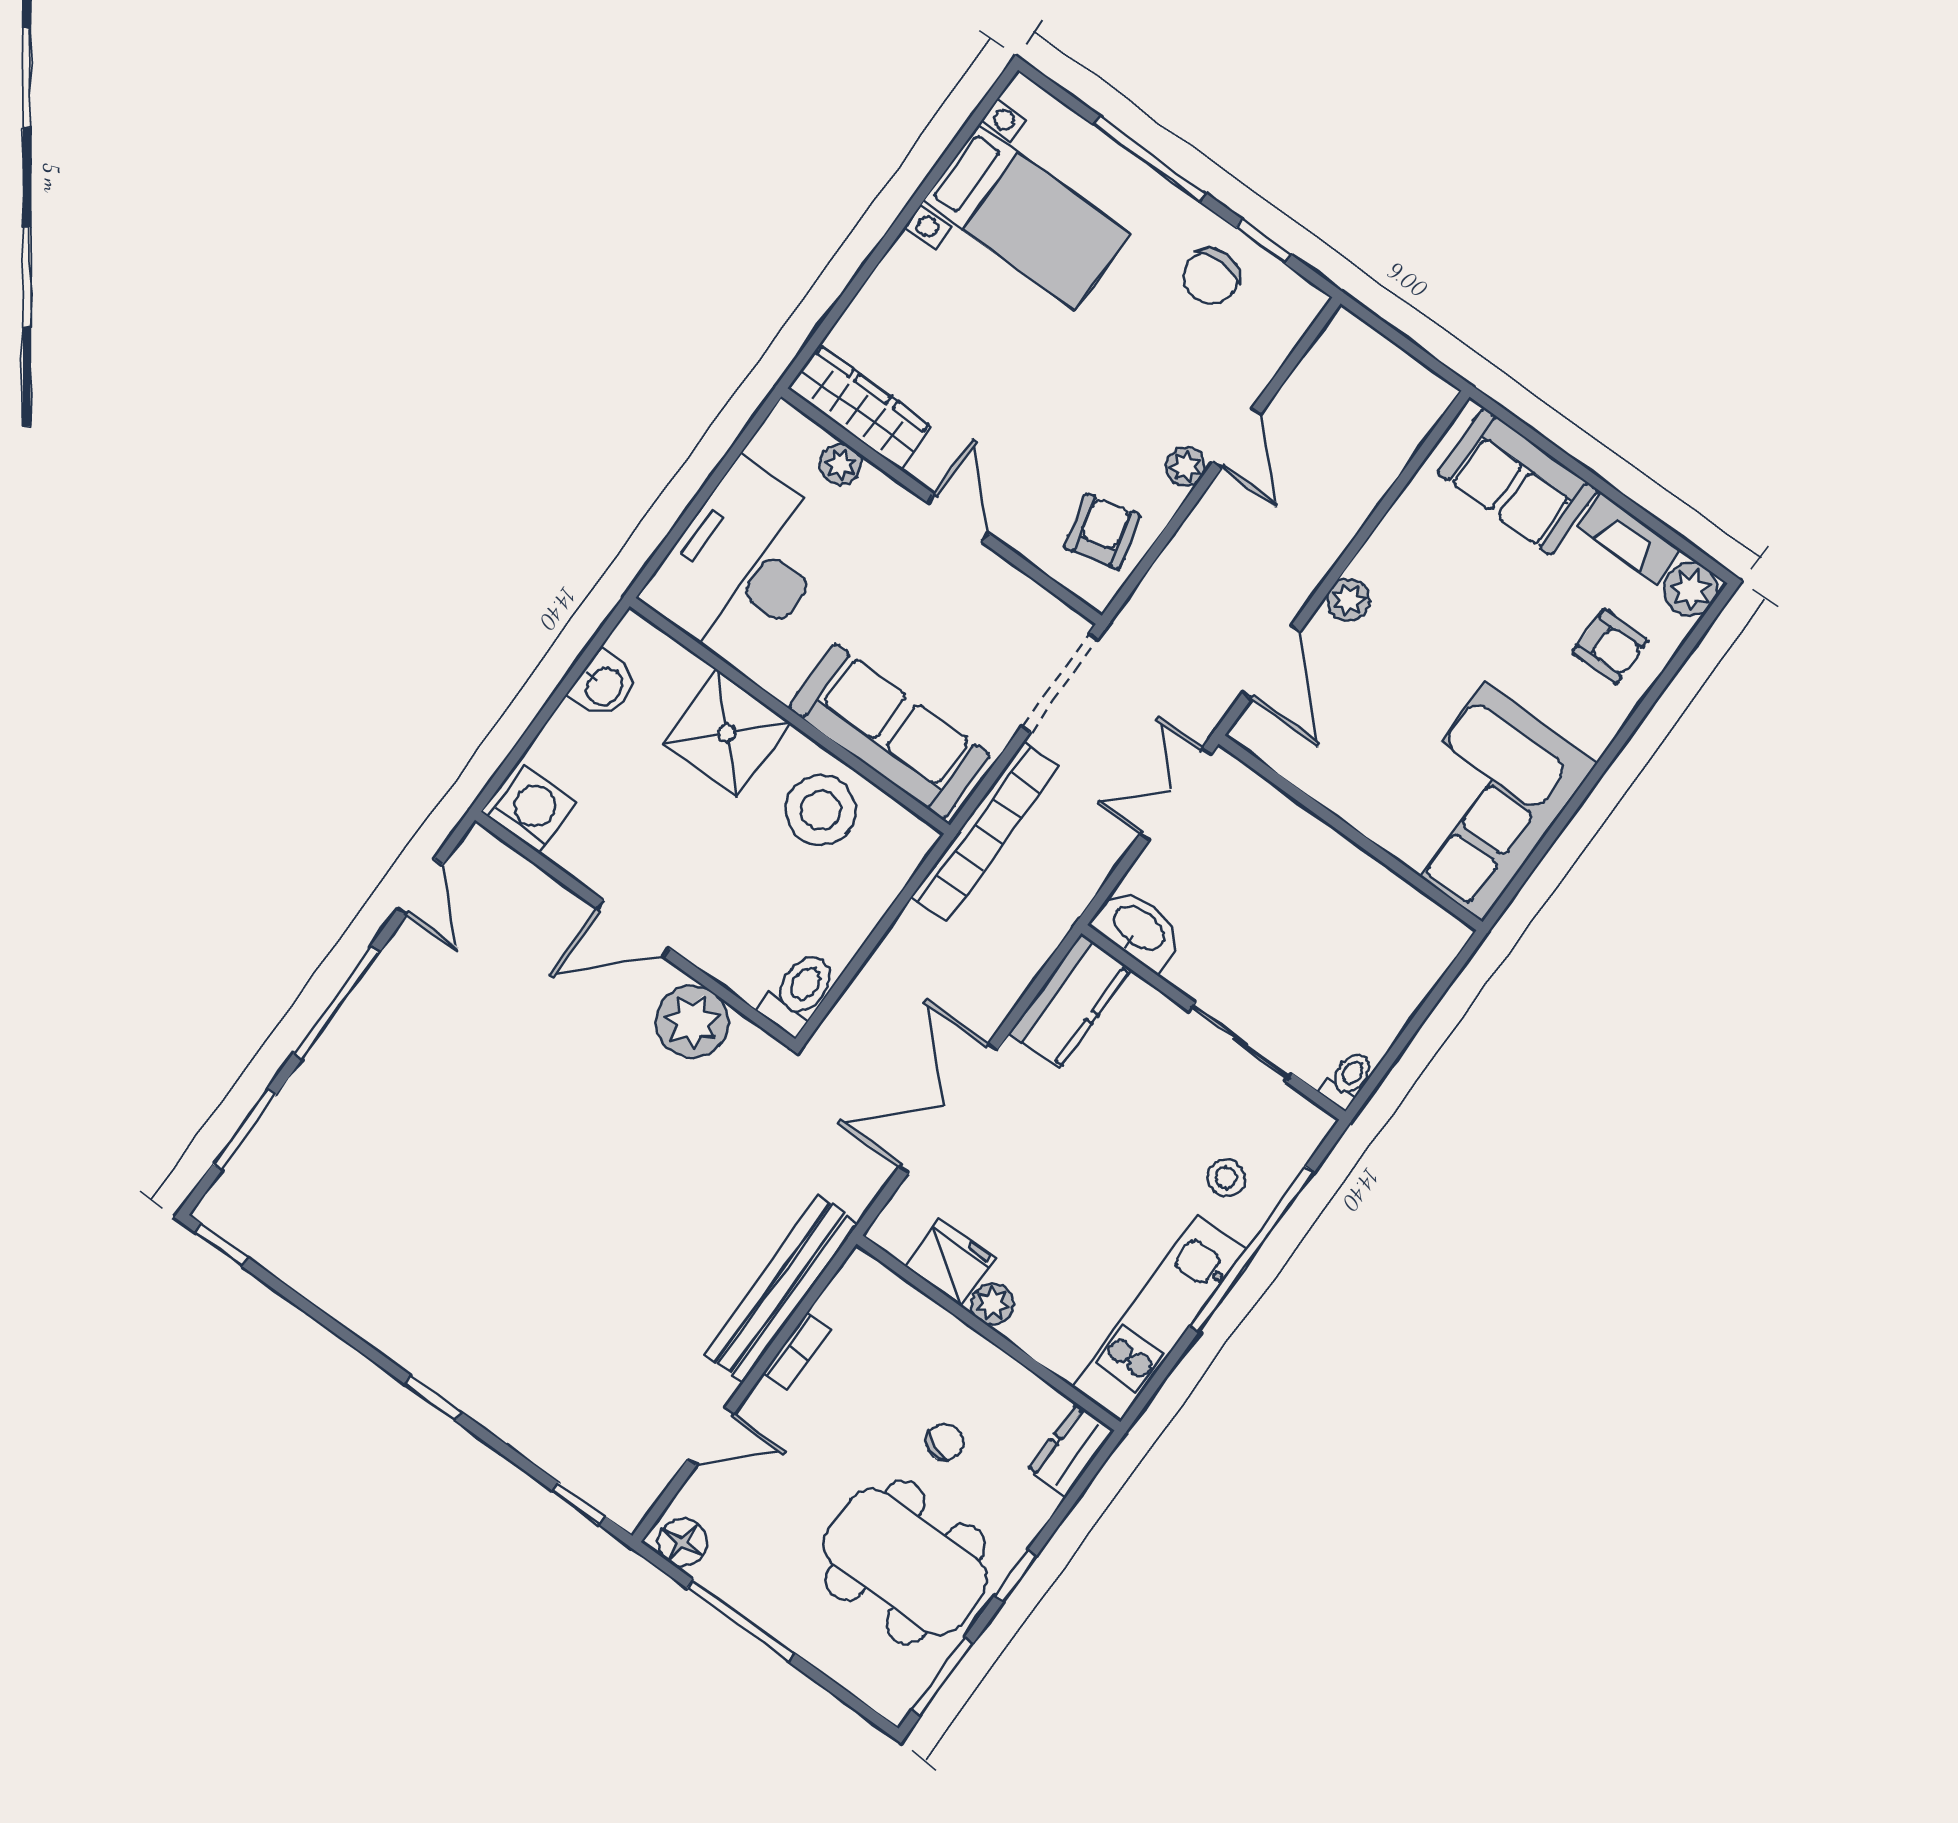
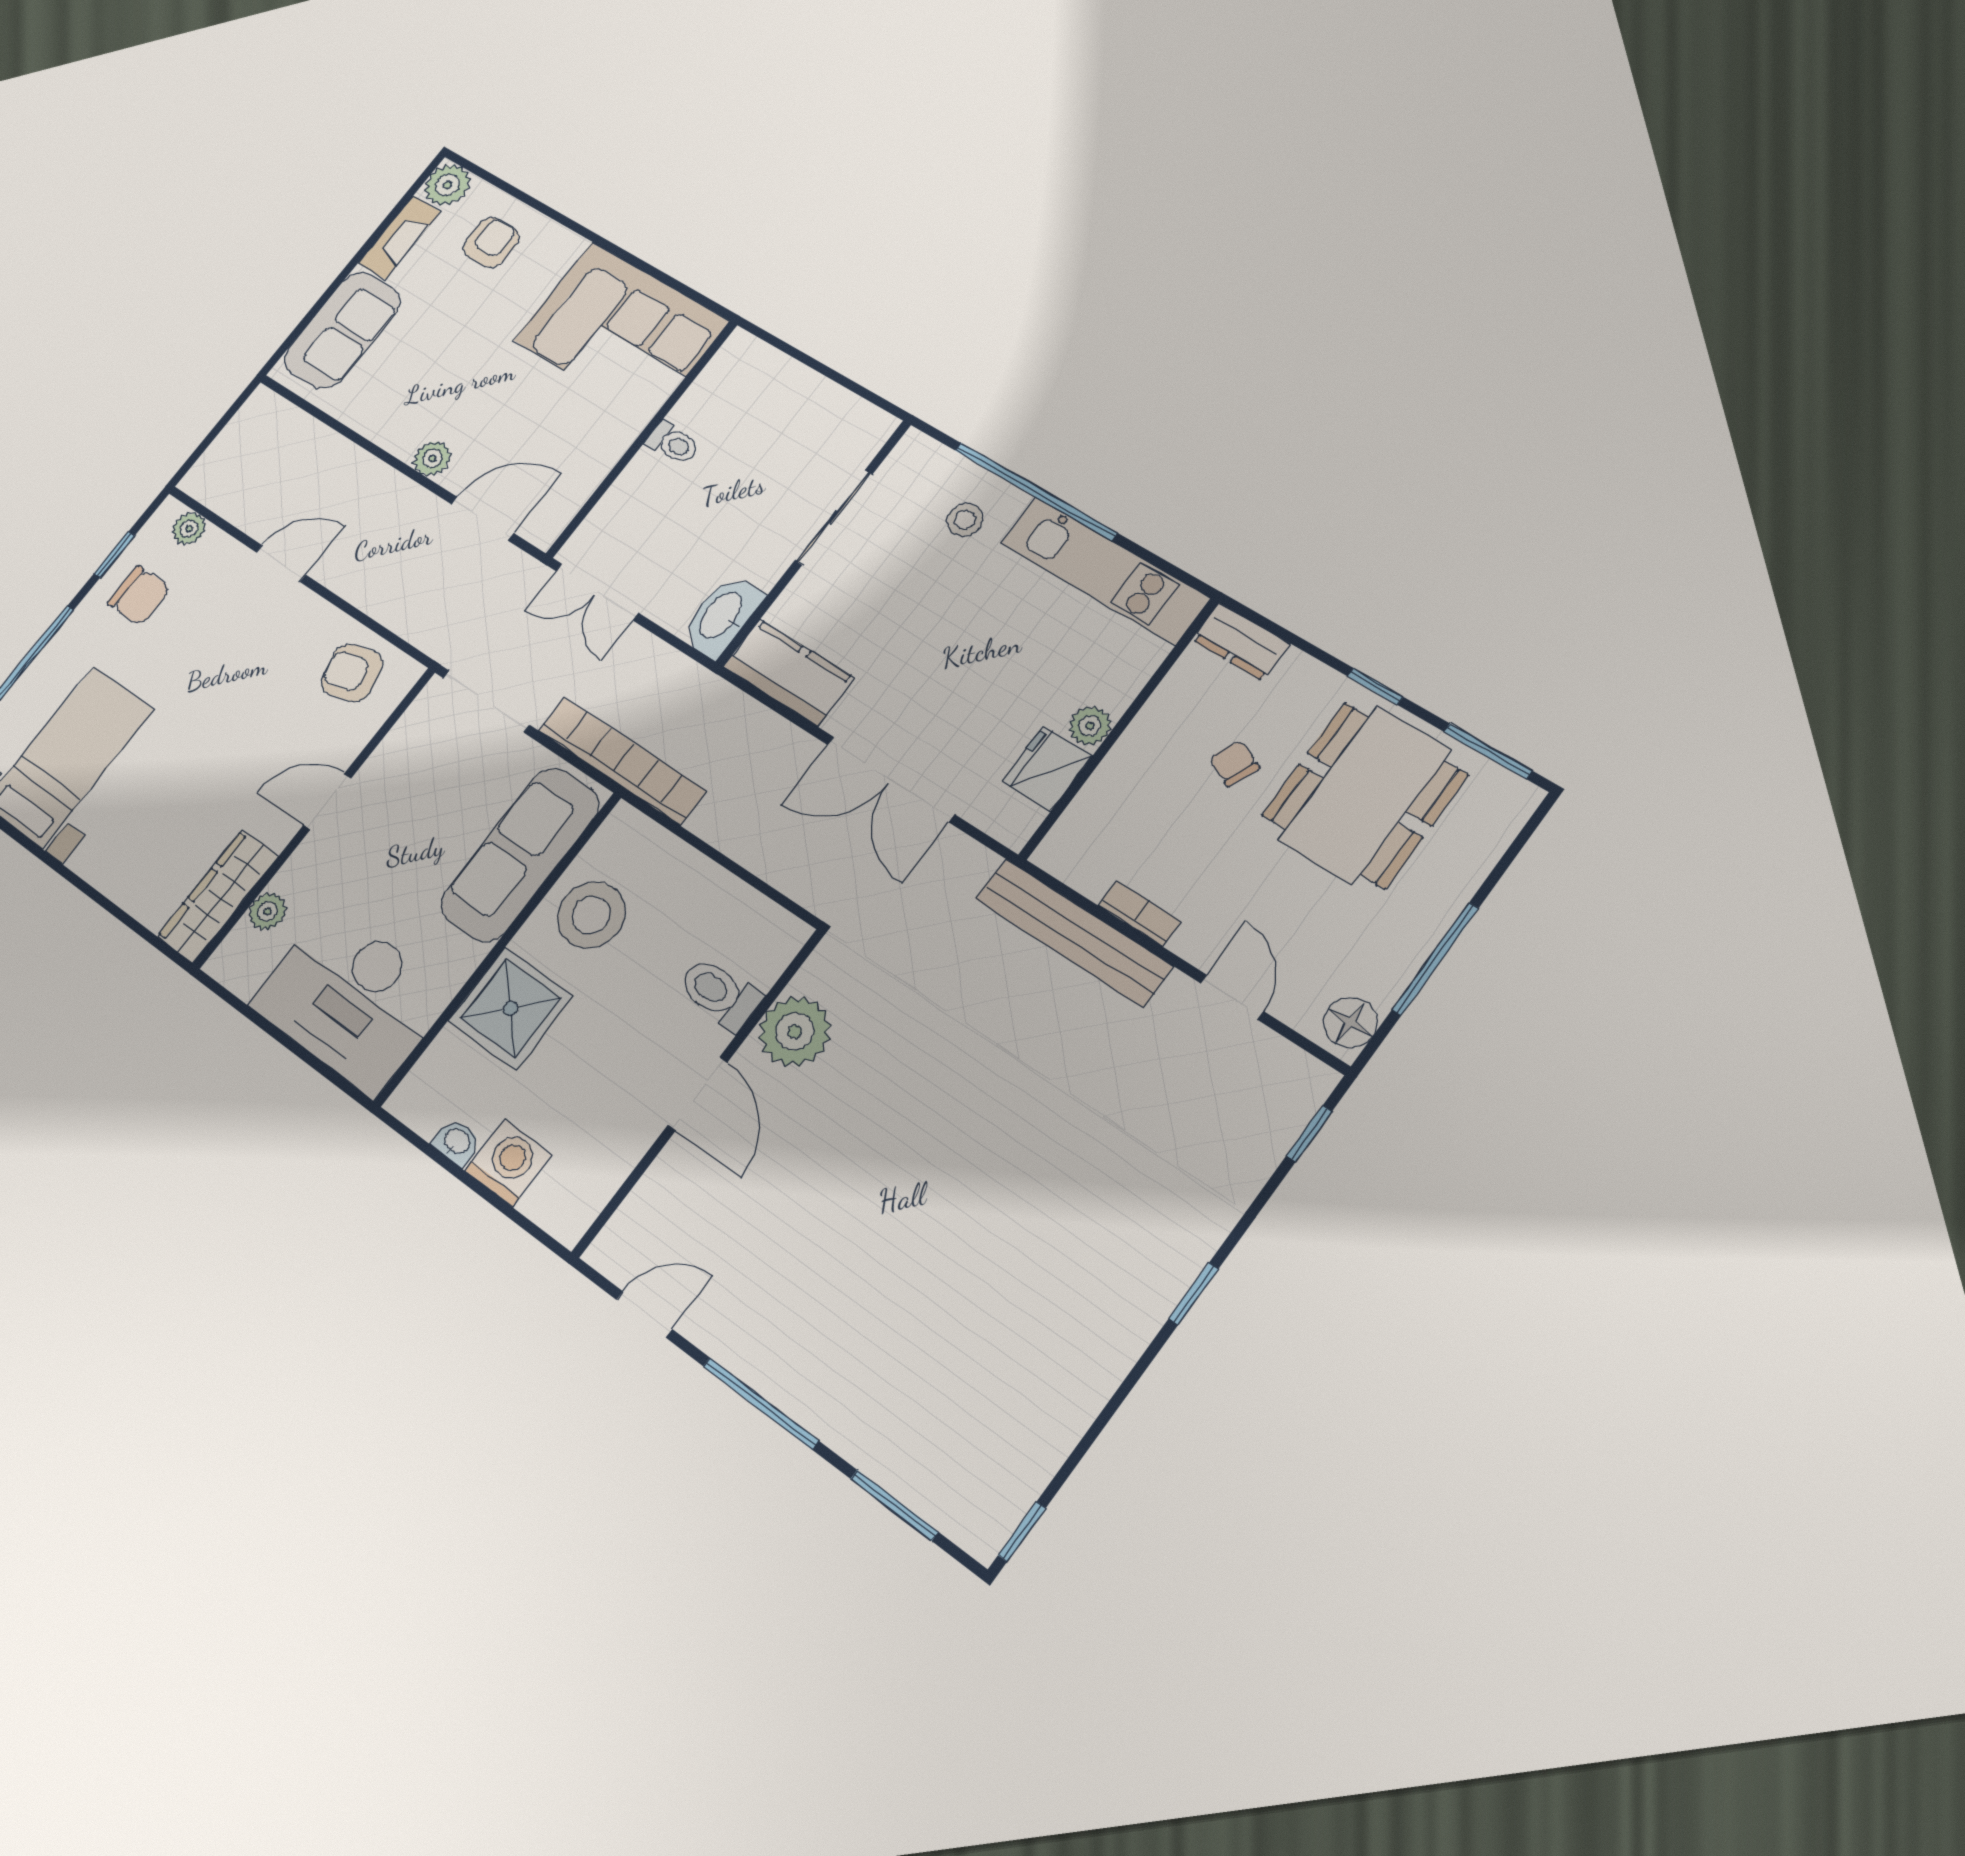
plant: (1186, 467) -> (189, 529), moved
washbasin: (603, 686) -> (457, 1142), width x0.72, depth x0.69
washing machine: (532, 810) -> (509, 1163), moved, turned 90
toilet: (799, 993) -> (719, 993), moved
toilet: (1348, 1079) -> (673, 443), moved, turned 180

